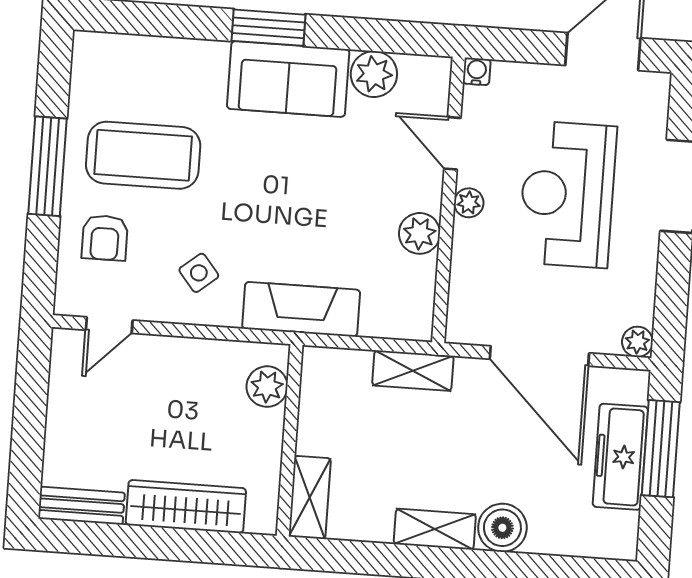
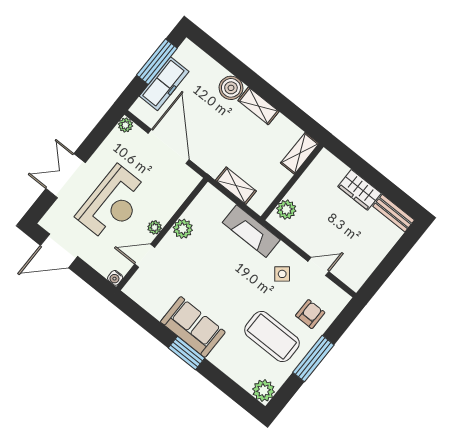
plant: (374, 74) -> (264, 391), moved
door: (452, 143) -> (145, 256), swing flipped
door: (109, 325) -> (318, 266), moved
shelving: (413, 371) -> (236, 186), moved
window: (661, 449) -> (157, 62), moved
wardrobe: (186, 507) -> (359, 190), width x0.67

